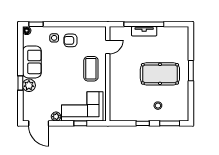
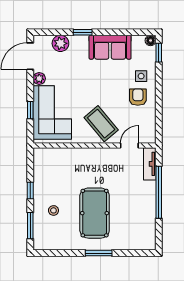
tv unit: (144, 31) -> (150, 164), moved
door: (108, 47) -> (129, 146), swing flipped
coffee table: (91, 69) -> (101, 124), turned 50
plant: (29, 85) -> (60, 43), moved

